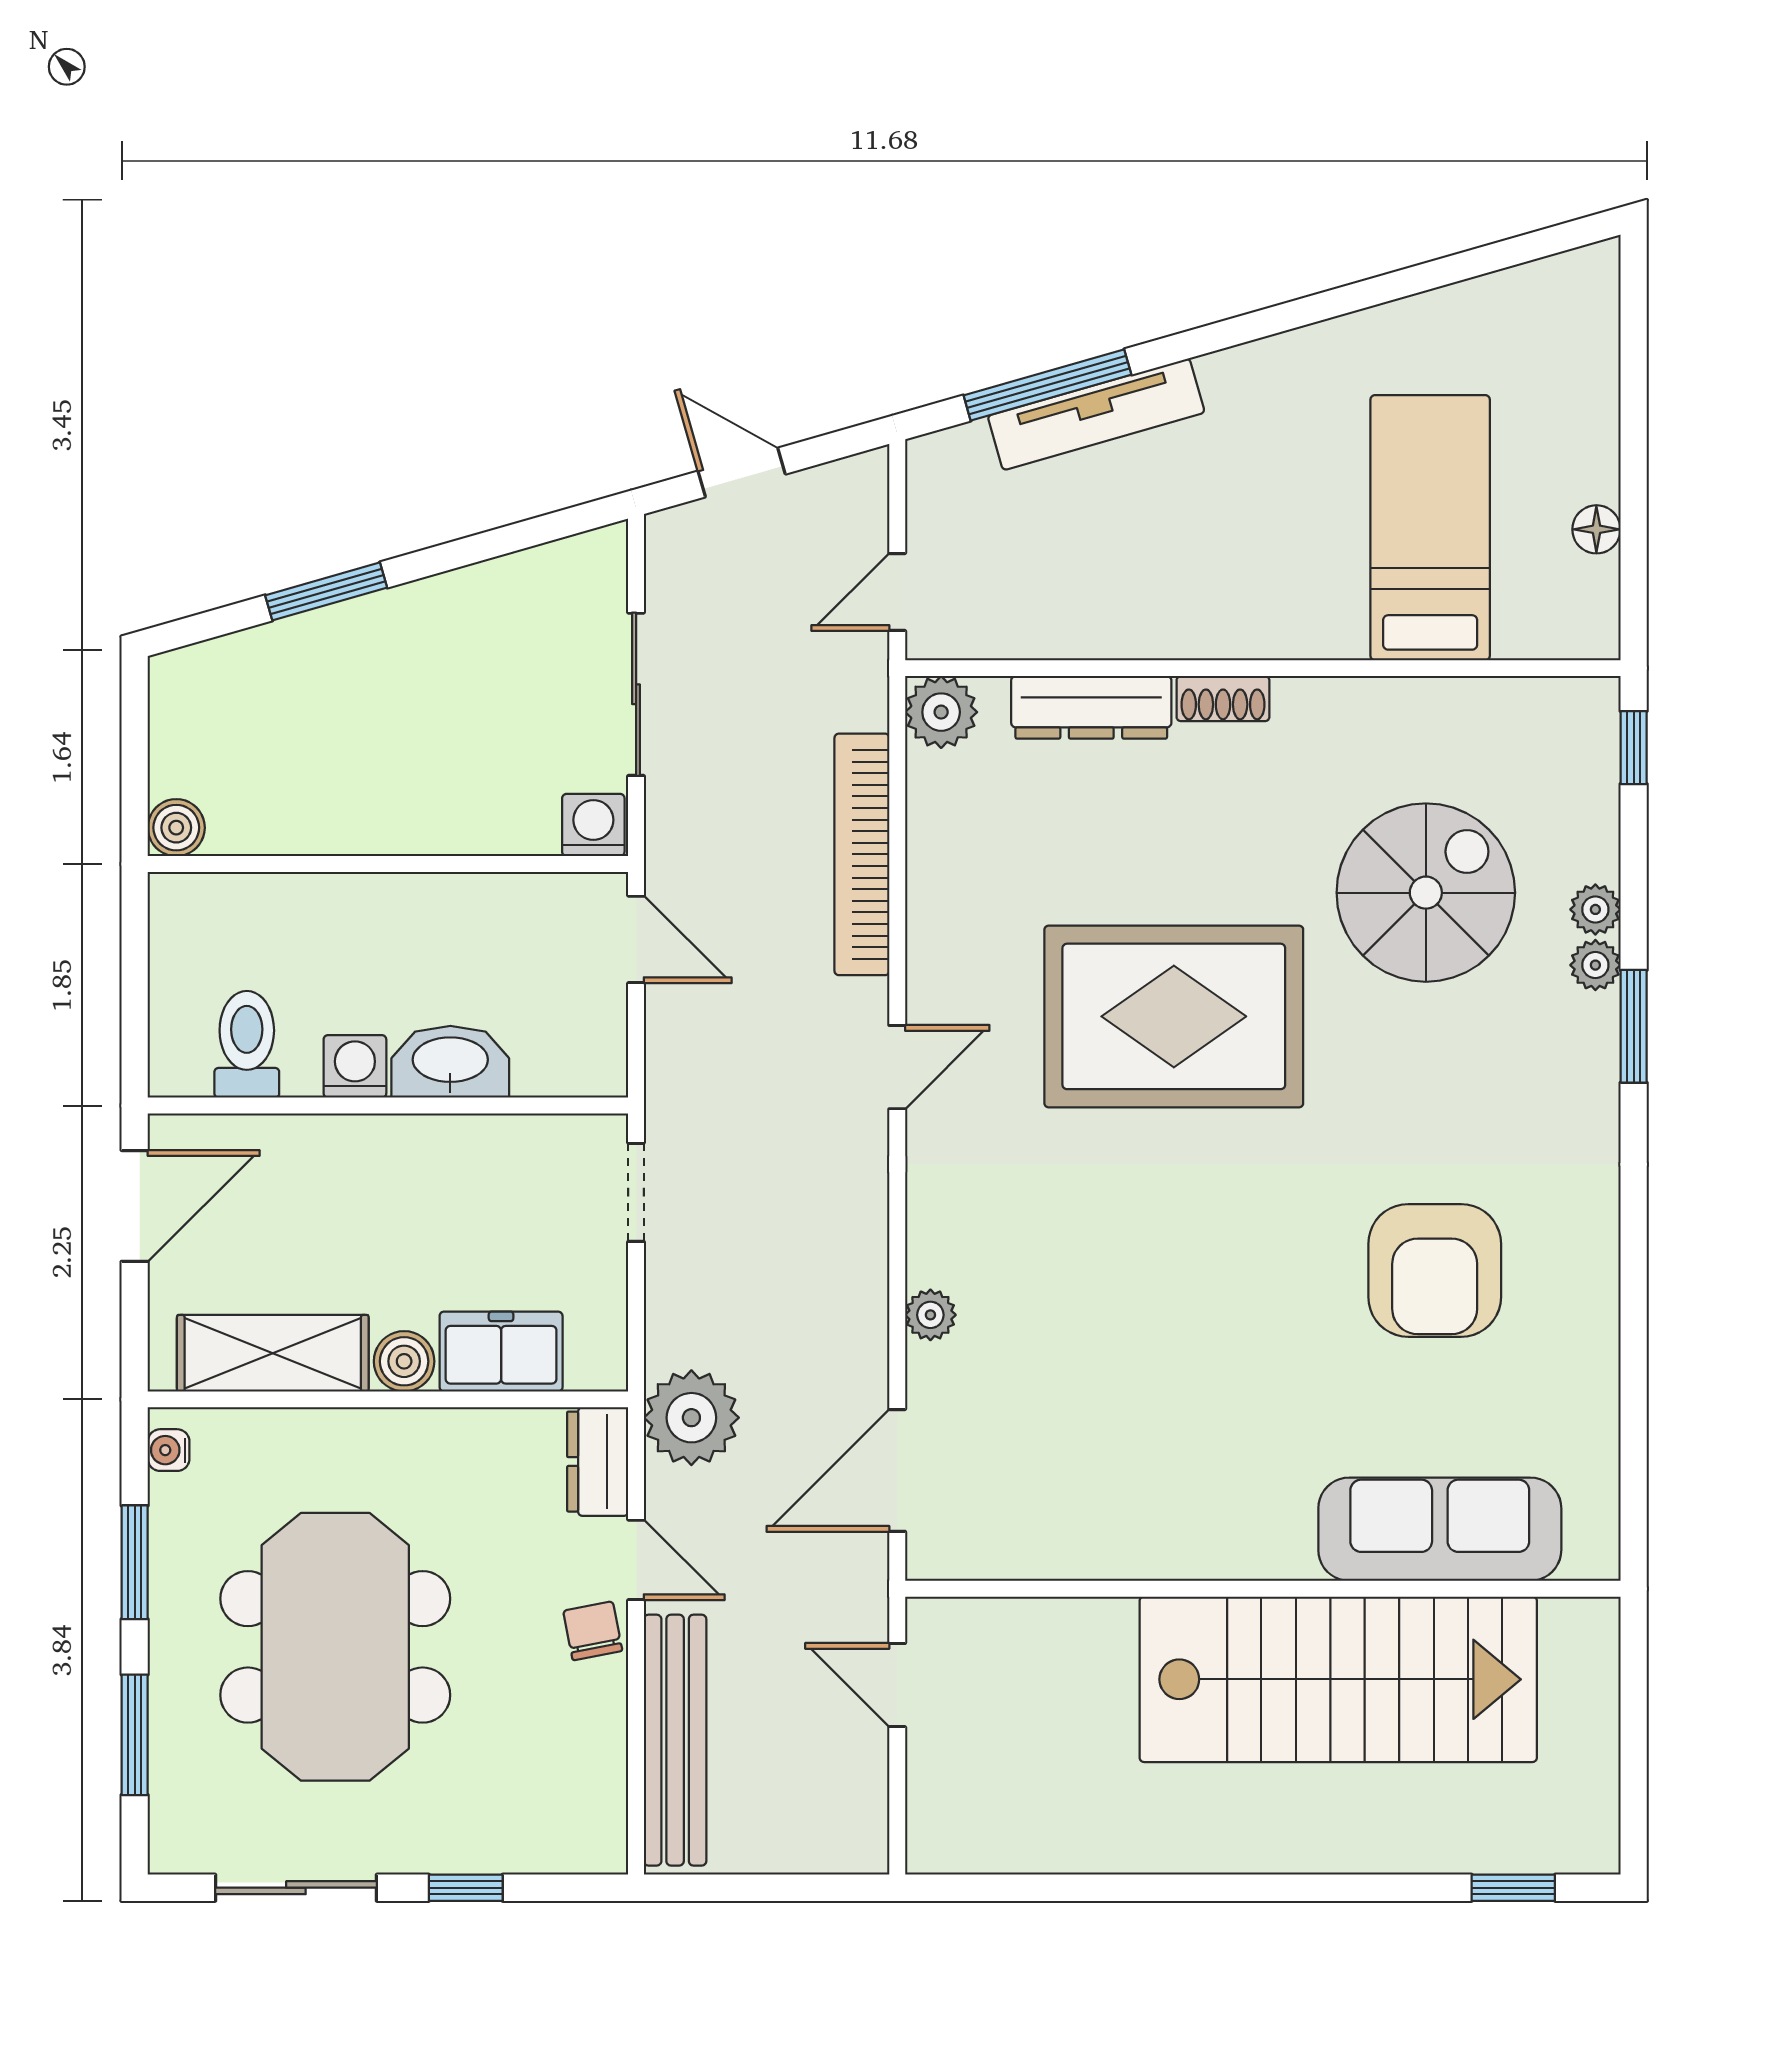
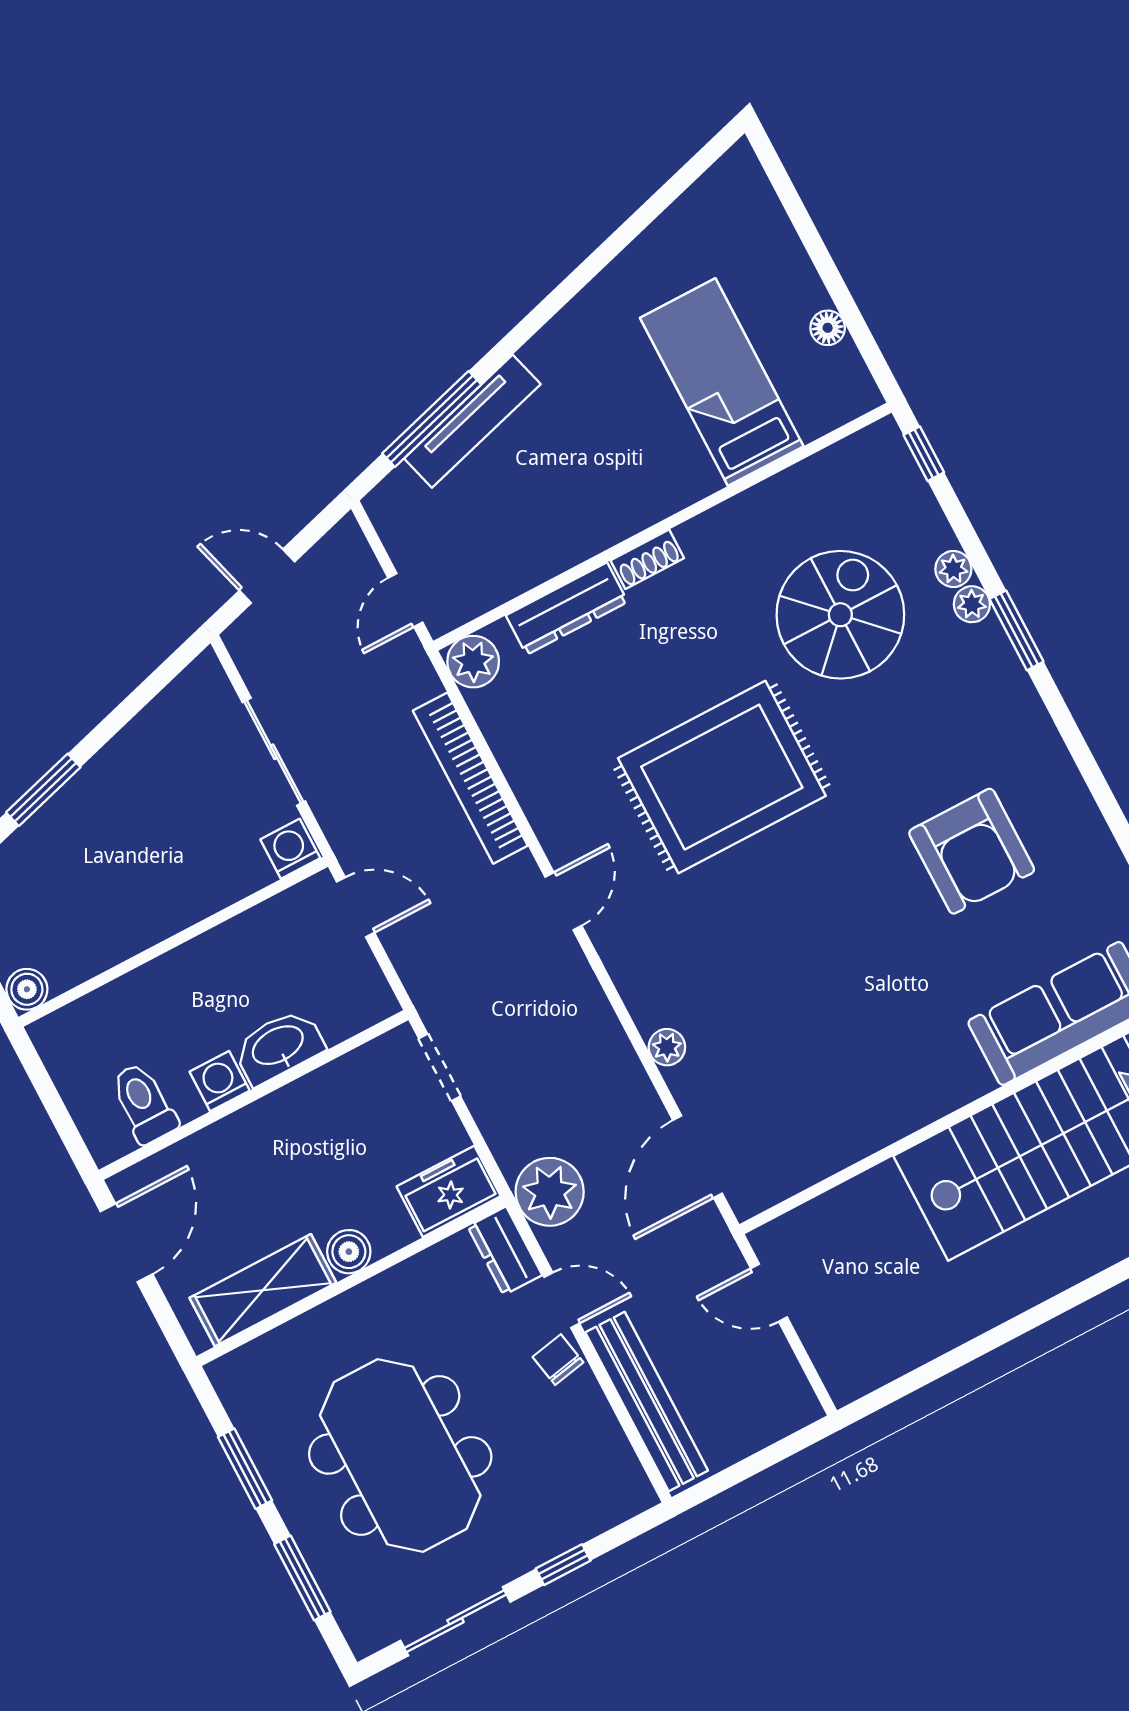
freezer: (501, 1352) -> (449, 1191), moved
water cooler: (169, 1450) -> (229, 1386), removed

